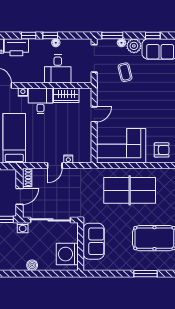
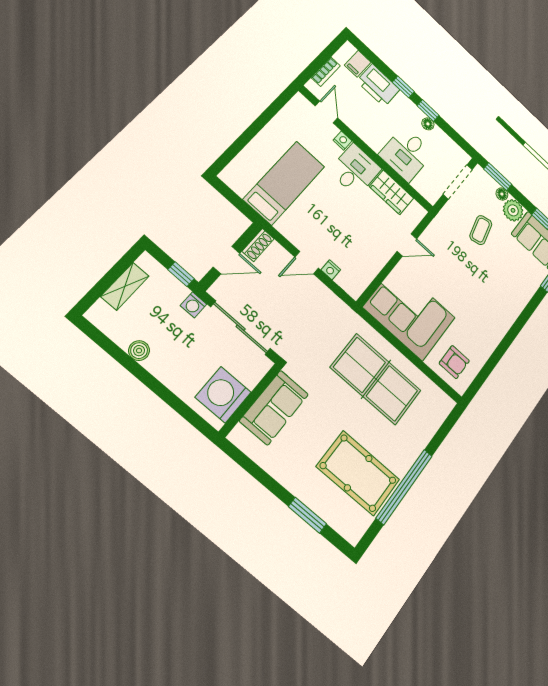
boiler: (32, 265) -> (139, 351), moved

